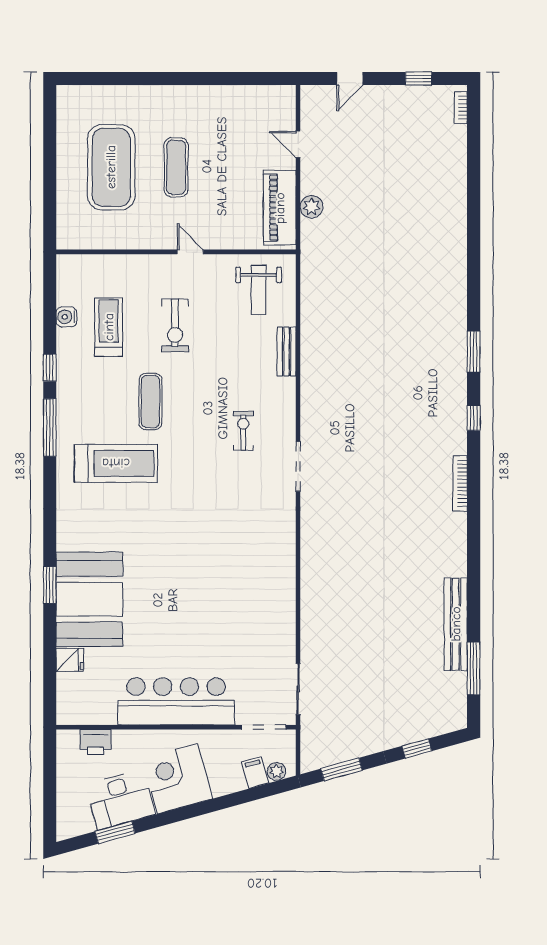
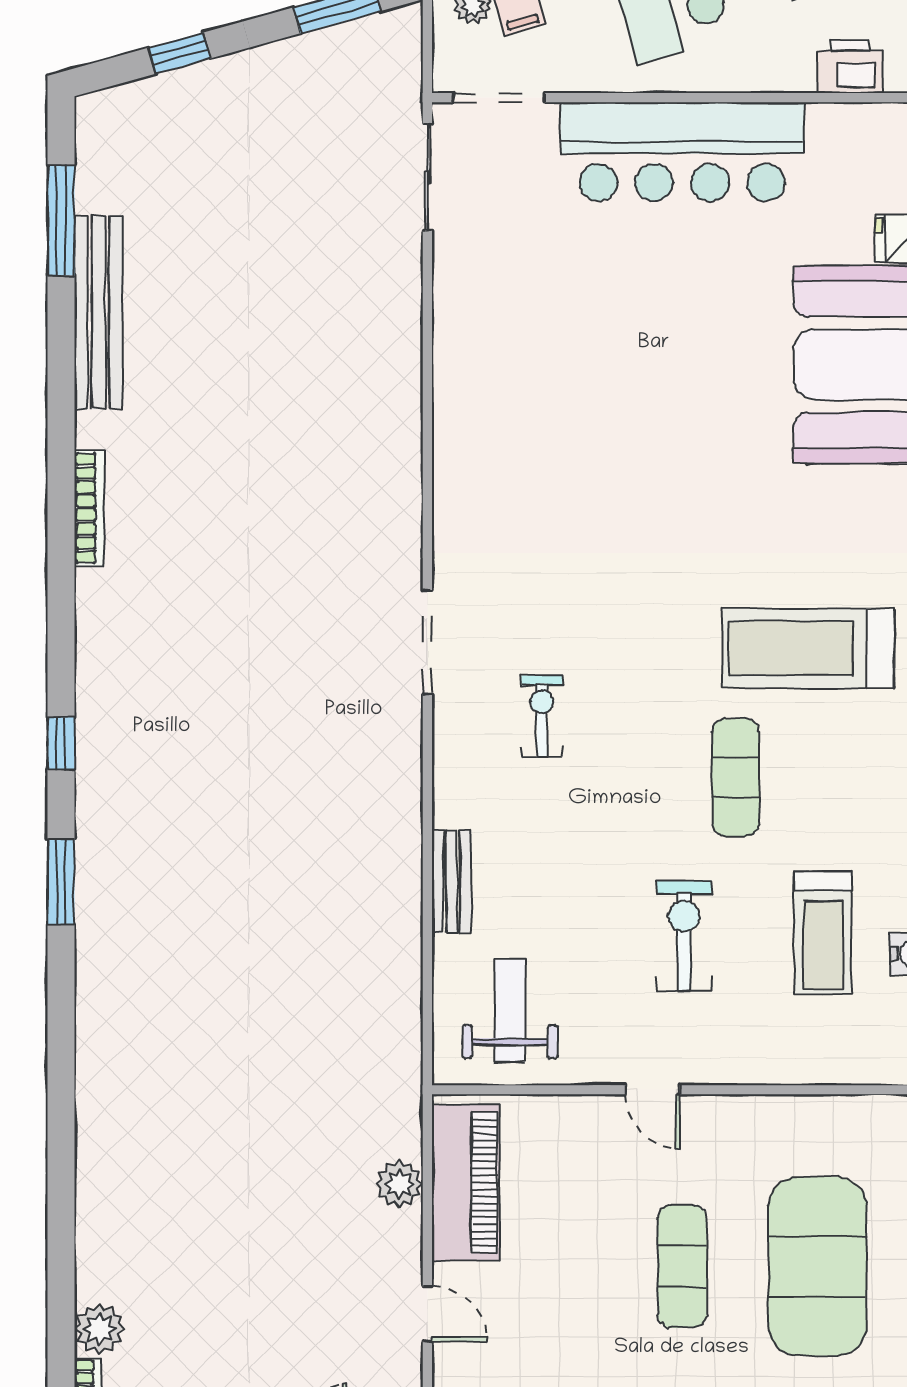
plant: (455, 137) -> (100, 1329), added
exercise bike: (243, 431) -> (542, 716), turned 180
bookcase: (460, 483) -> (89, 508), moved

